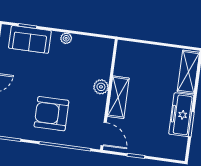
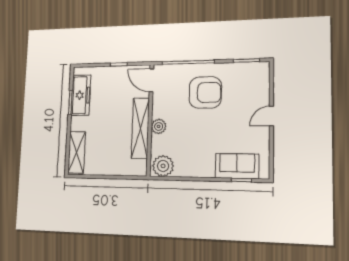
plant: (66, 38) -> (163, 166), moved, width x1.87, depth x1.87
shelving: (118, 97) -> (140, 128), width x1.47
freezer: (181, 115) -> (81, 95), moved

